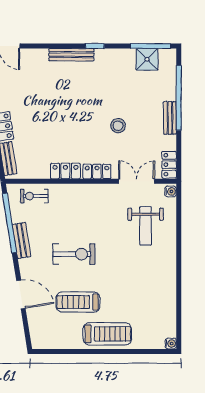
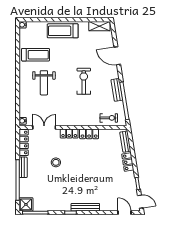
shower: (147, 59) -> (26, 204), moved
locker: (169, 165) -> (24, 142), width x1.53
double door: (137, 181) -> (44, 127), swing flipped
weight bench: (146, 226) -> (44, 83), moved, turned 180
exercise bike: (74, 254) -> (84, 81), turned 90
treadmill: (78, 302) -> (36, 55), moved
shelving: (49, 342) -> (99, 26), added

